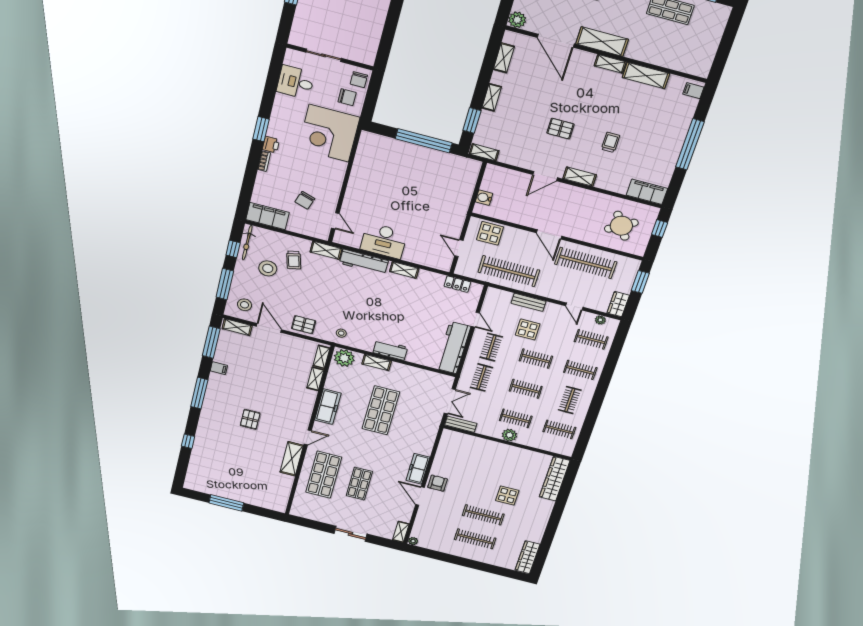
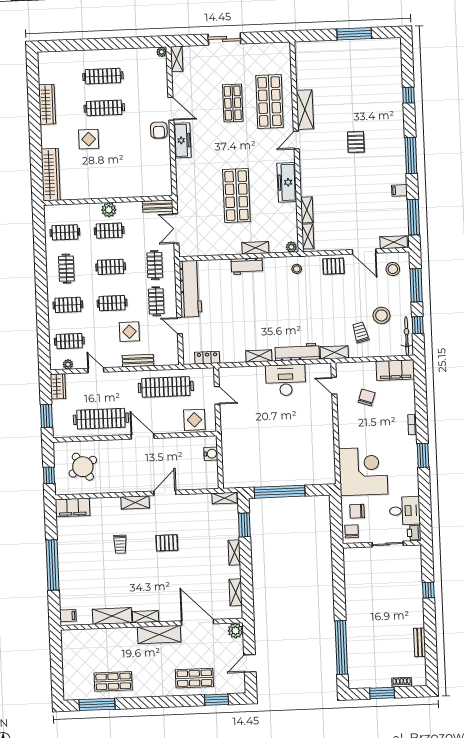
printer: (271, 145) -> (414, 533), moved
plant: (344, 358) -> (291, 247), width x0.53, depth x0.53
wardrobe: (527, 557) -> (47, 104), moved

